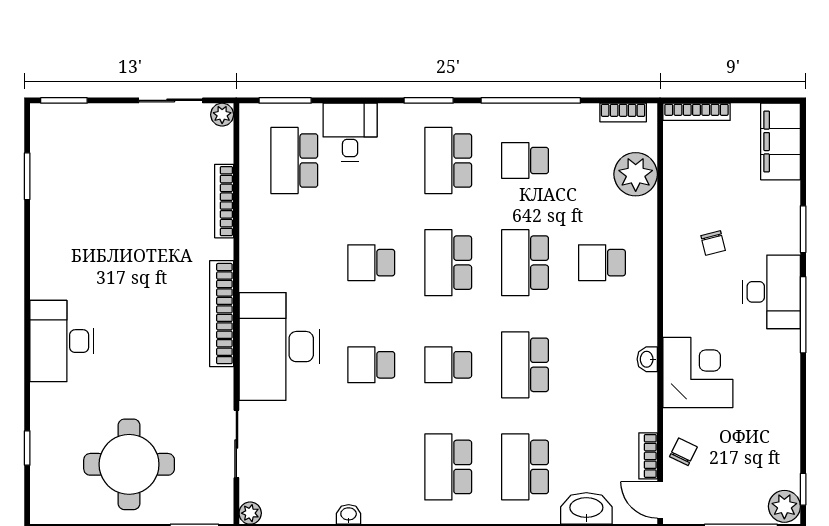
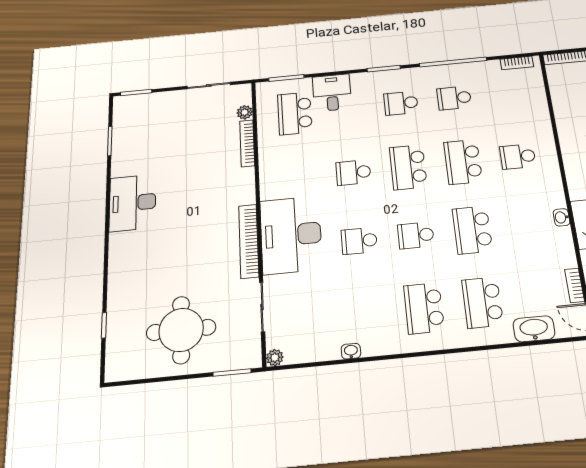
plant: (222, 115) -> (245, 112), moved
school desk: (448, 160) -> (401, 103), width x0.54
plant: (636, 174) -> (532, 99), removed
bookcase: (222, 314) -> (249, 241), moved
desk: (62, 341) -> (133, 203), moved

